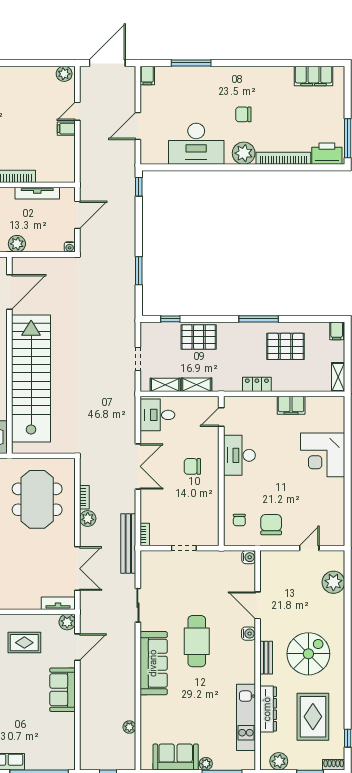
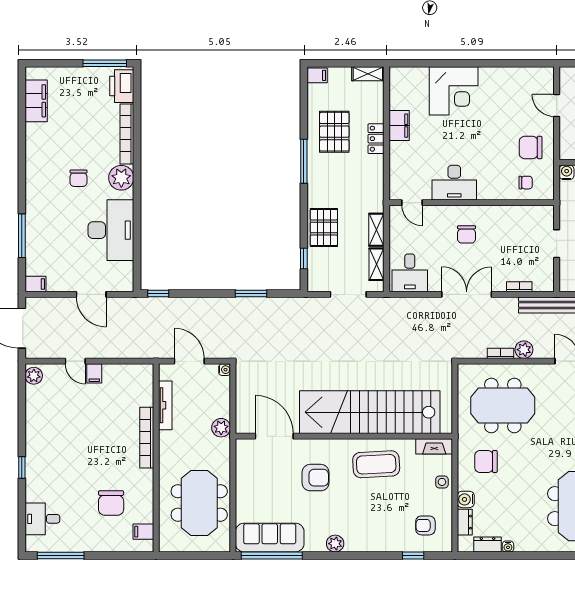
doorway: (138, 359) -> (348, 294), width x1.38
locker: (257, 384) -> (376, 139), moved
bookcase: (145, 535) -> (519, 287), moved

